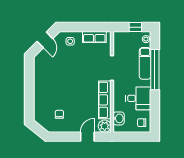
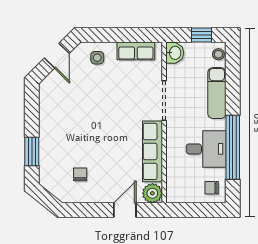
window: (155, 70) -> (233, 147), moved
window: (29, 100) -> (32, 152), added
washbasin: (119, 118) -> (175, 53), moved

